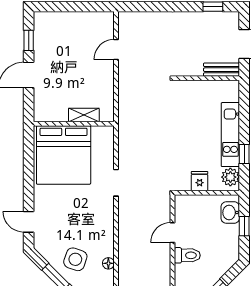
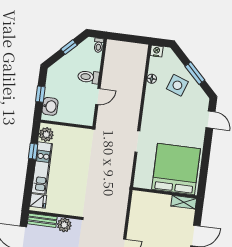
plant: (193, 67) -> (64, 225), added
shelving: (84, 115) -> (184, 202), moved
fridge: (200, 181) -> (38, 201), moved, turned -90

